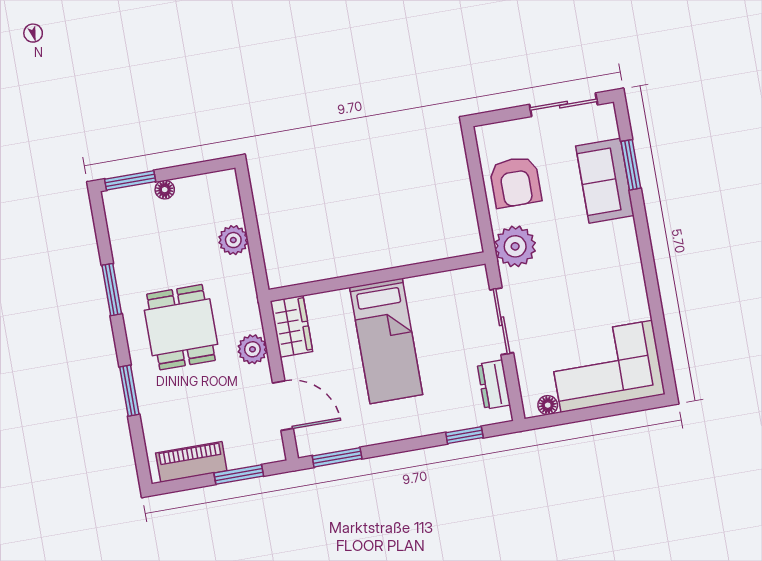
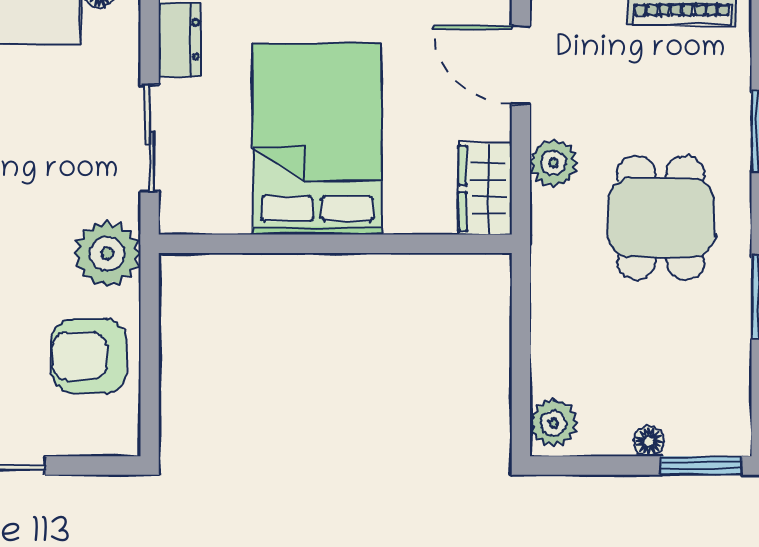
armchair: (515, 182) -> (89, 356), turned -90
plant: (233, 240) -> (554, 423), moved
bed: (386, 341) -> (317, 139), width x1.50

